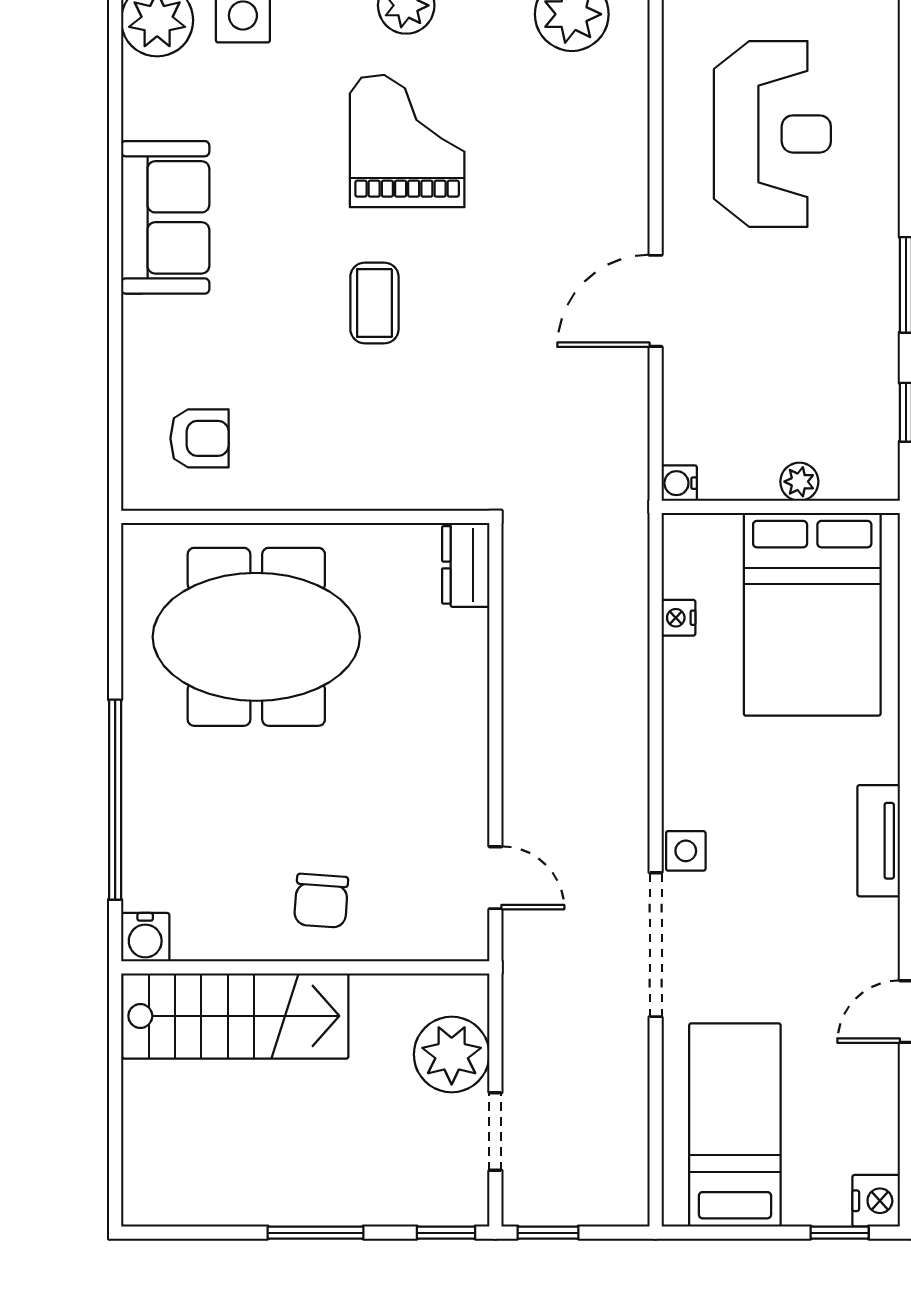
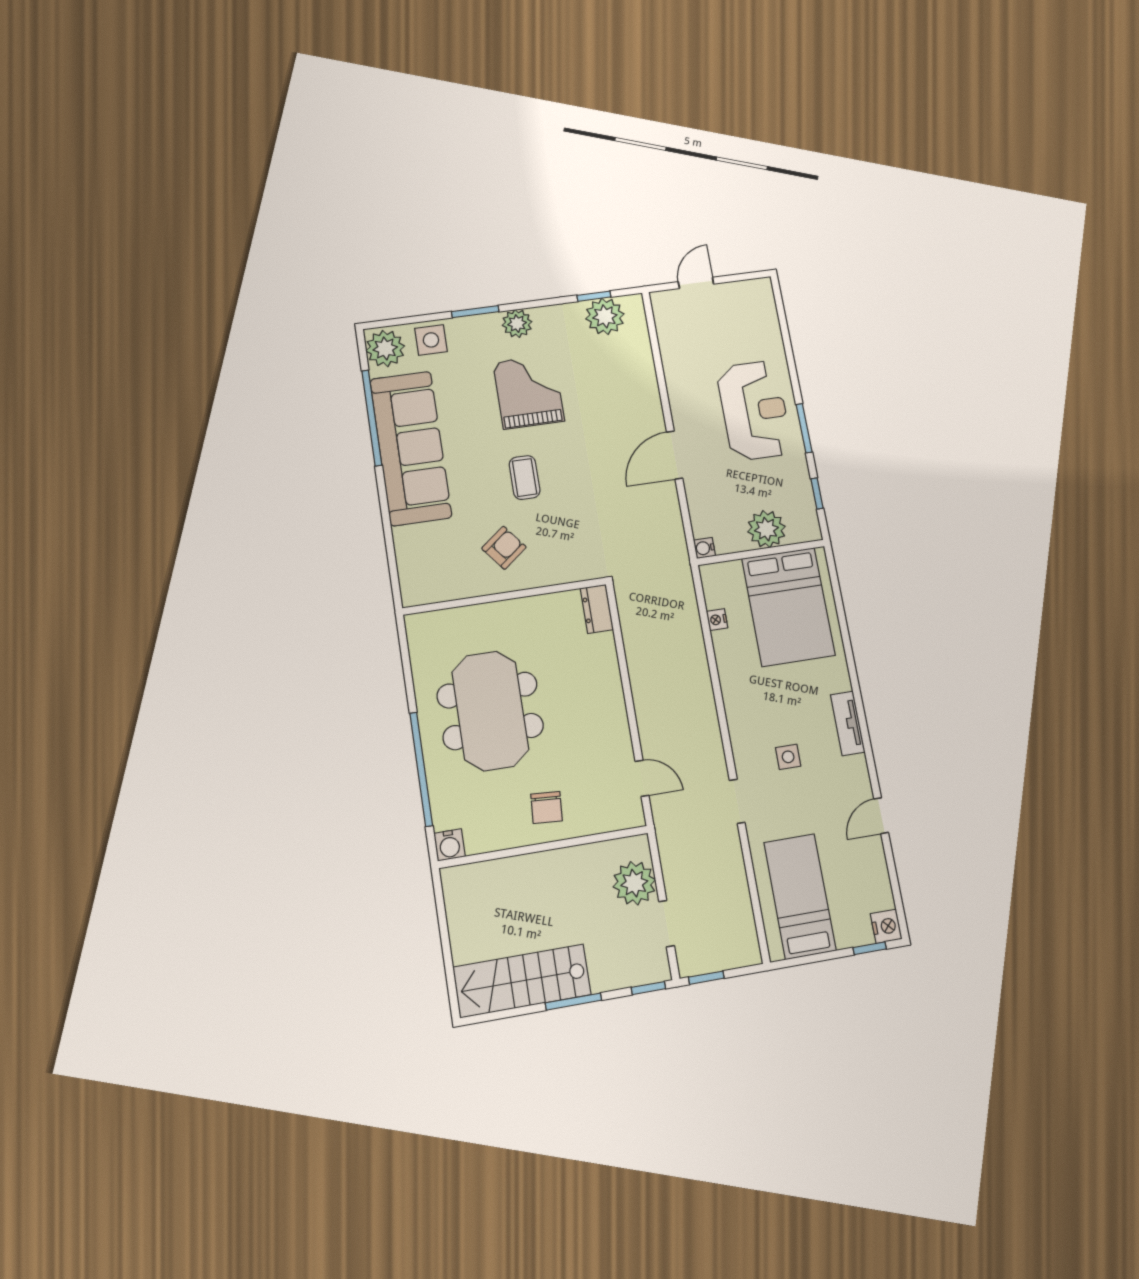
reception desk: (772, 134) -> (754, 410), moved
window: (115, 150) -> (372, 418), added
sofa: (165, 217) -> (411, 448), width x1.85, depth x1.27
armchair: (200, 438) -> (504, 548), moved, turned -38
plant: (799, 482) -> (766, 529), width x1.88, depth x1.88
meeting table: (256, 637) -> (490, 711), moved, turned 90
side table: (686, 851) -> (788, 757), moved
doorway: (656, 945) -> (737, 801), width x0.53
stairs: (235, 1016) -> (522, 981), moved, turned 180

